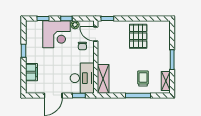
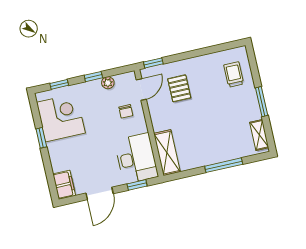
corner desk: (56, 34) -> (61, 118), moved, turned -90
door: (96, 34) -> (141, 89), swing flipped
pallet: (138, 36) -> (179, 88), moved, width x0.67, depth x0.71
filing cabinet: (31, 72) -> (64, 185), moved
trolley: (143, 79) -> (234, 74), moved

